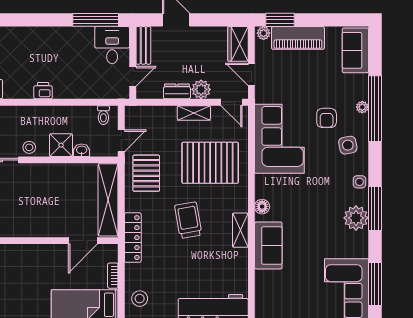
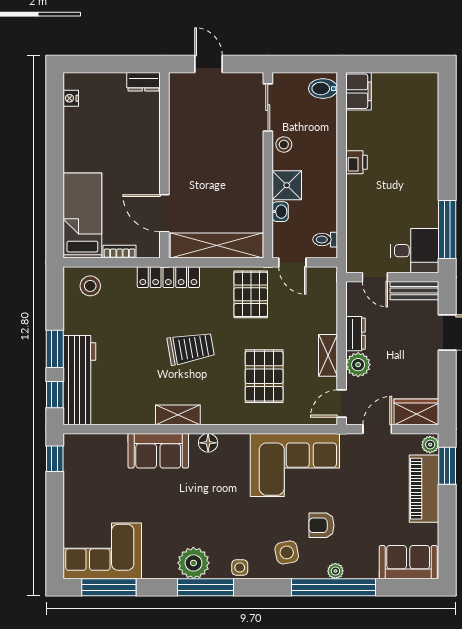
pallet: (210, 163) -> (264, 376), width x0.73, depth x0.71
pallet: (146, 173) -> (251, 294), turned 90

